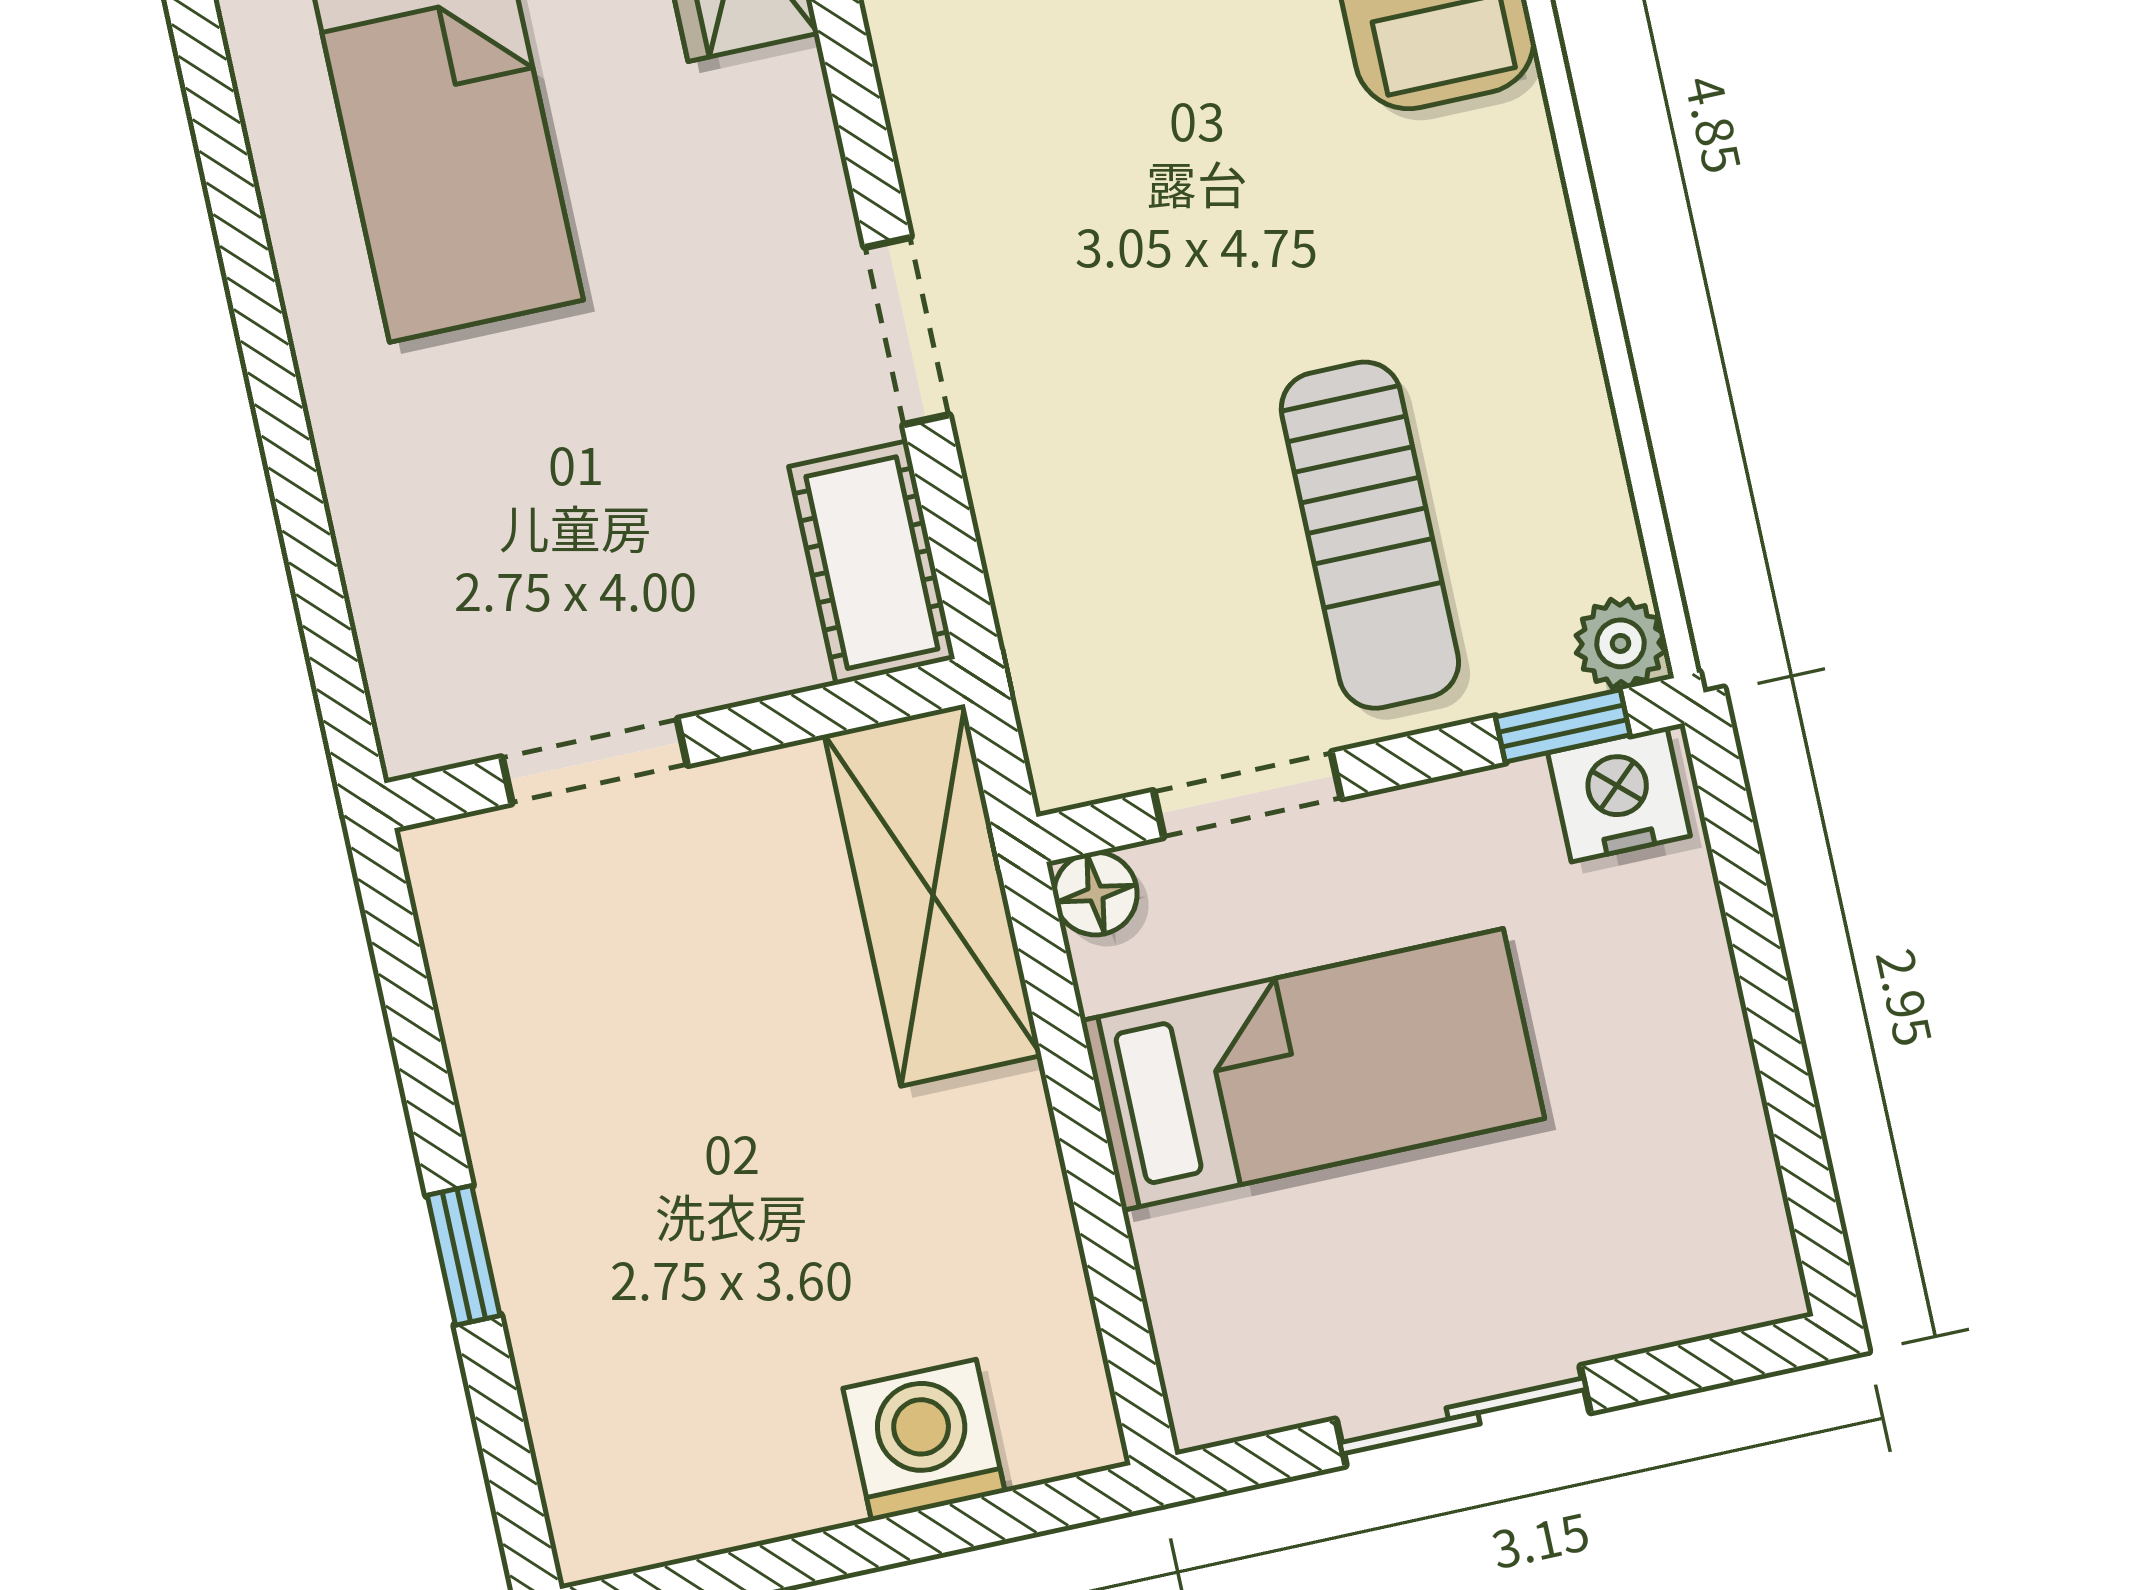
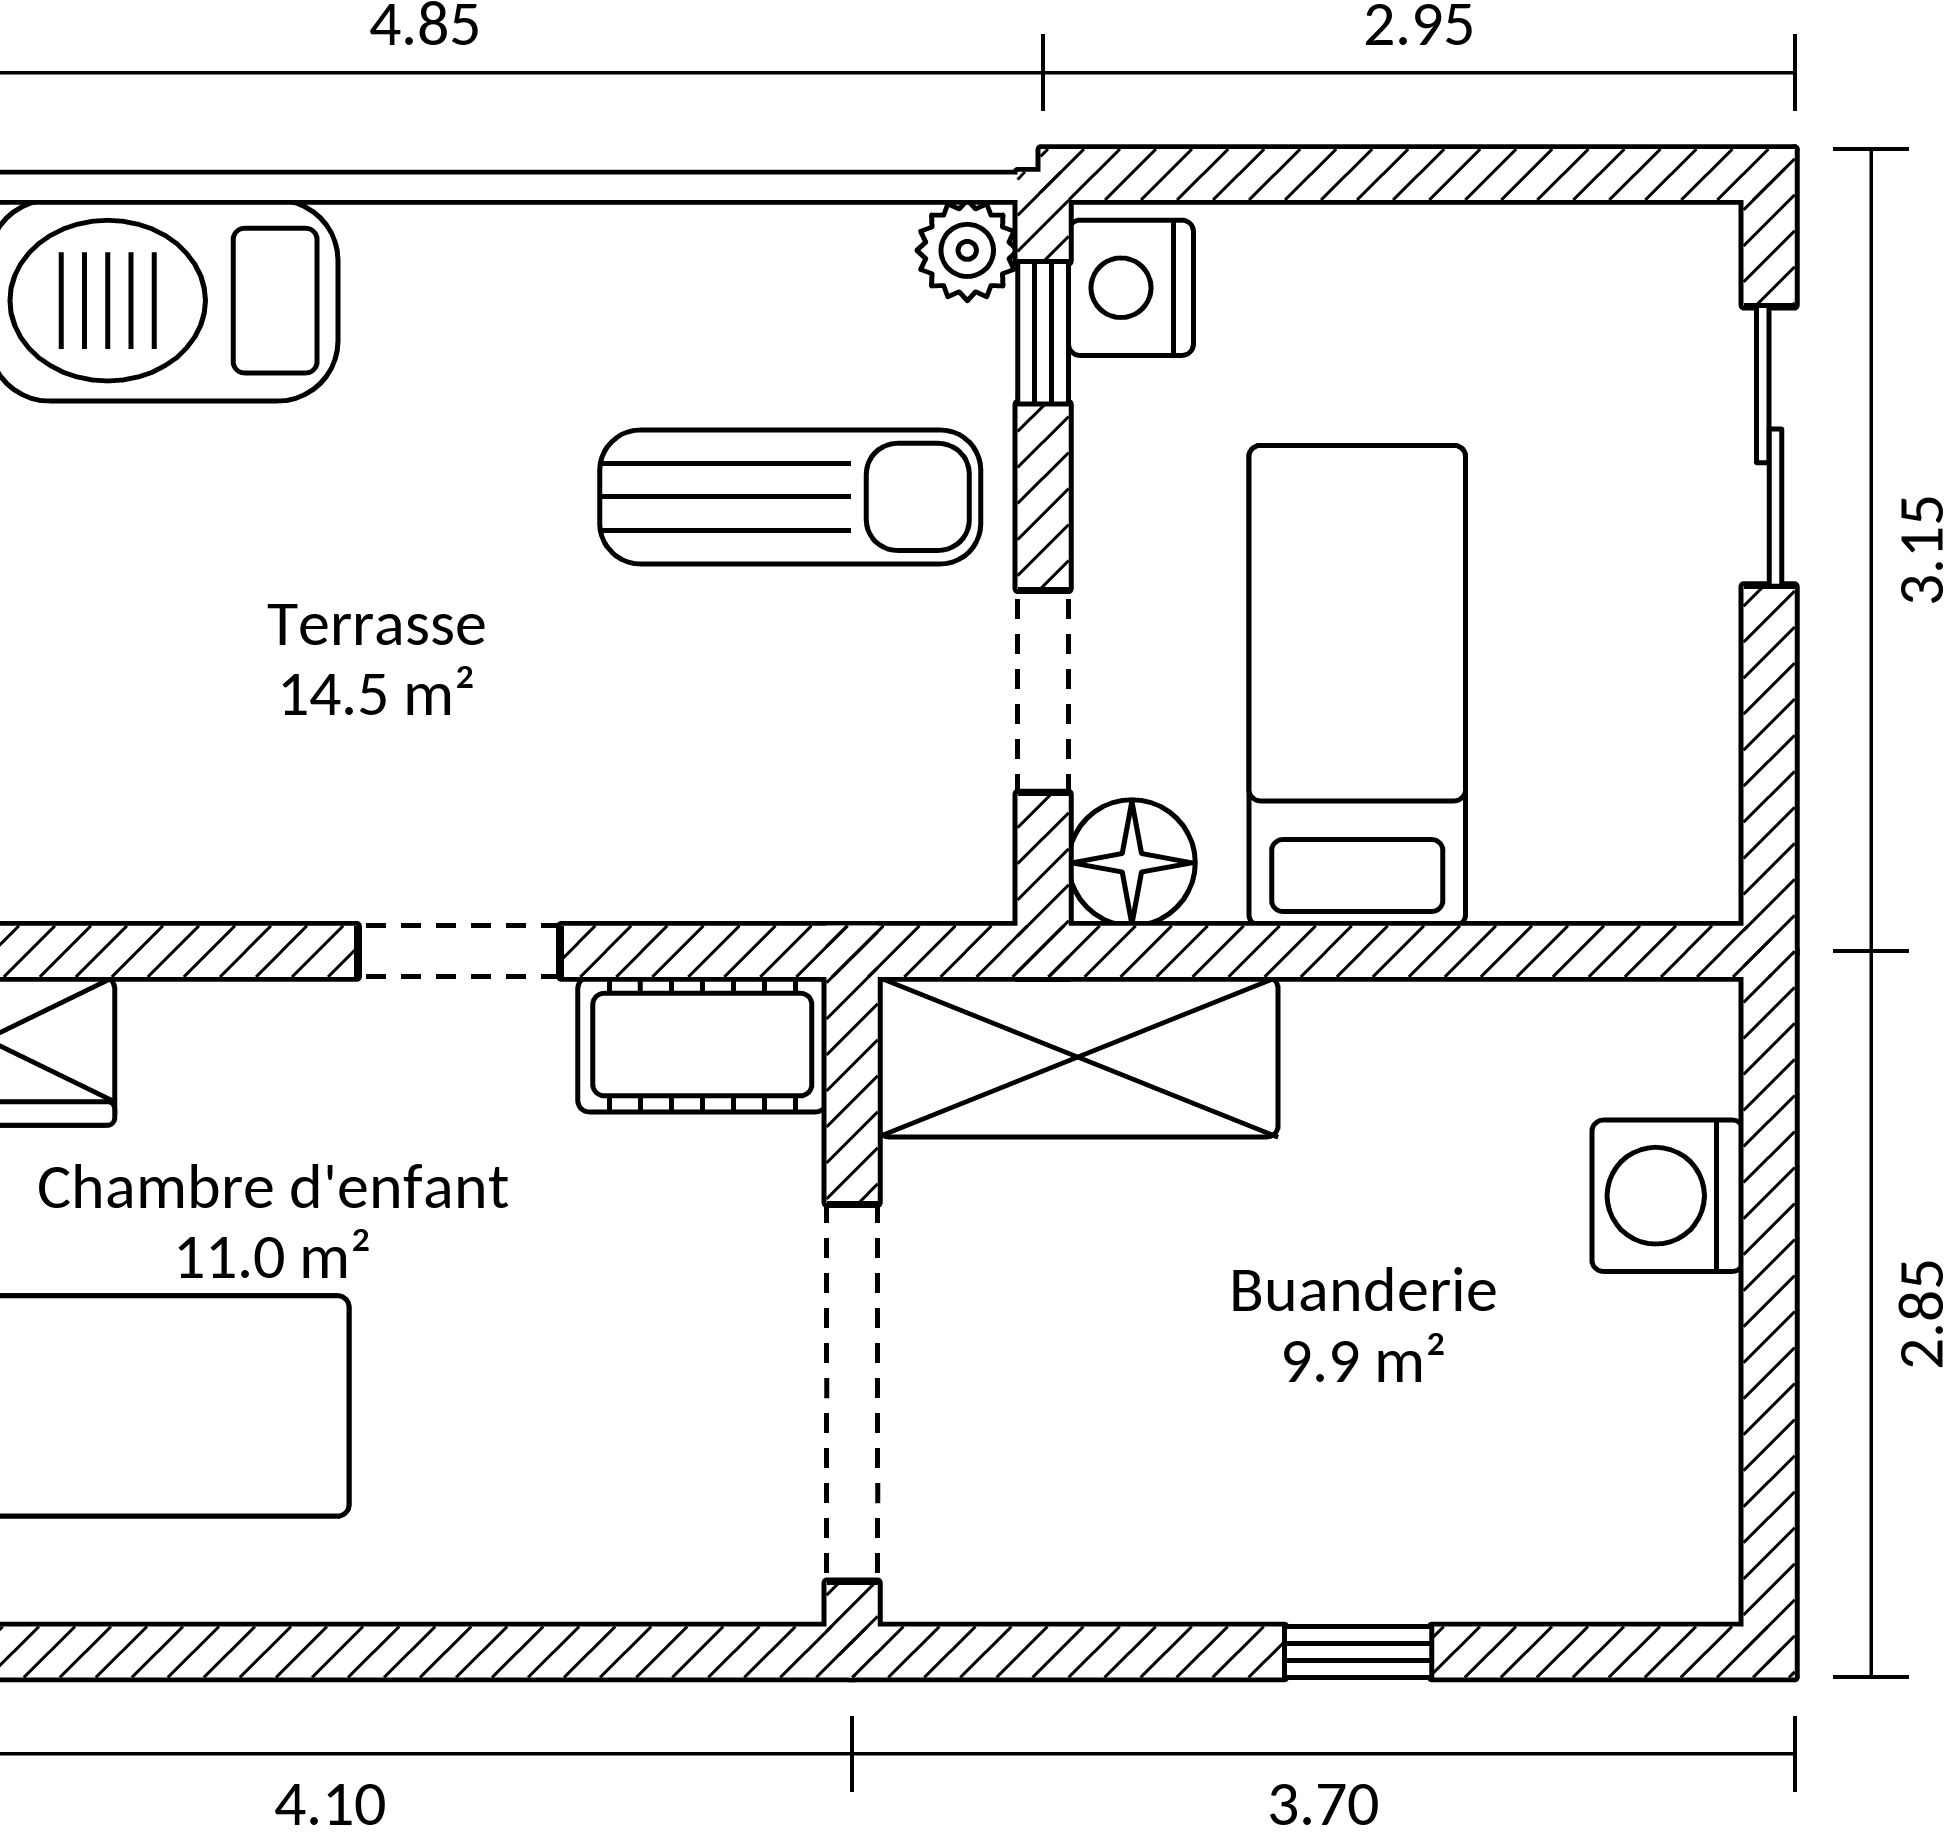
doorway: (595, 761) -> (852, 1393), width x1.88
floor lamp: (1096, 894) -> (1132, 863), width x1.37, depth x1.37
sliding door: (1463, 1416) -> (1769, 446), moved

